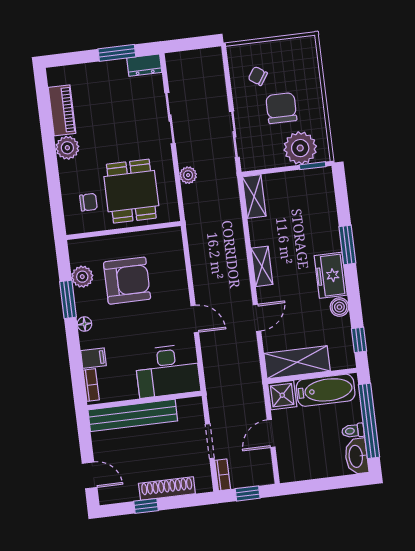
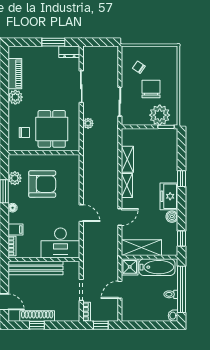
shelving: (254, 196) -> (127, 159), moved
window: (347, 245) -> (182, 179), width x0.67
washbasin: (356, 456) -> (173, 316), width x0.52, depth x0.69
shoe rack: (167, 488) -> (37, 316), moved

